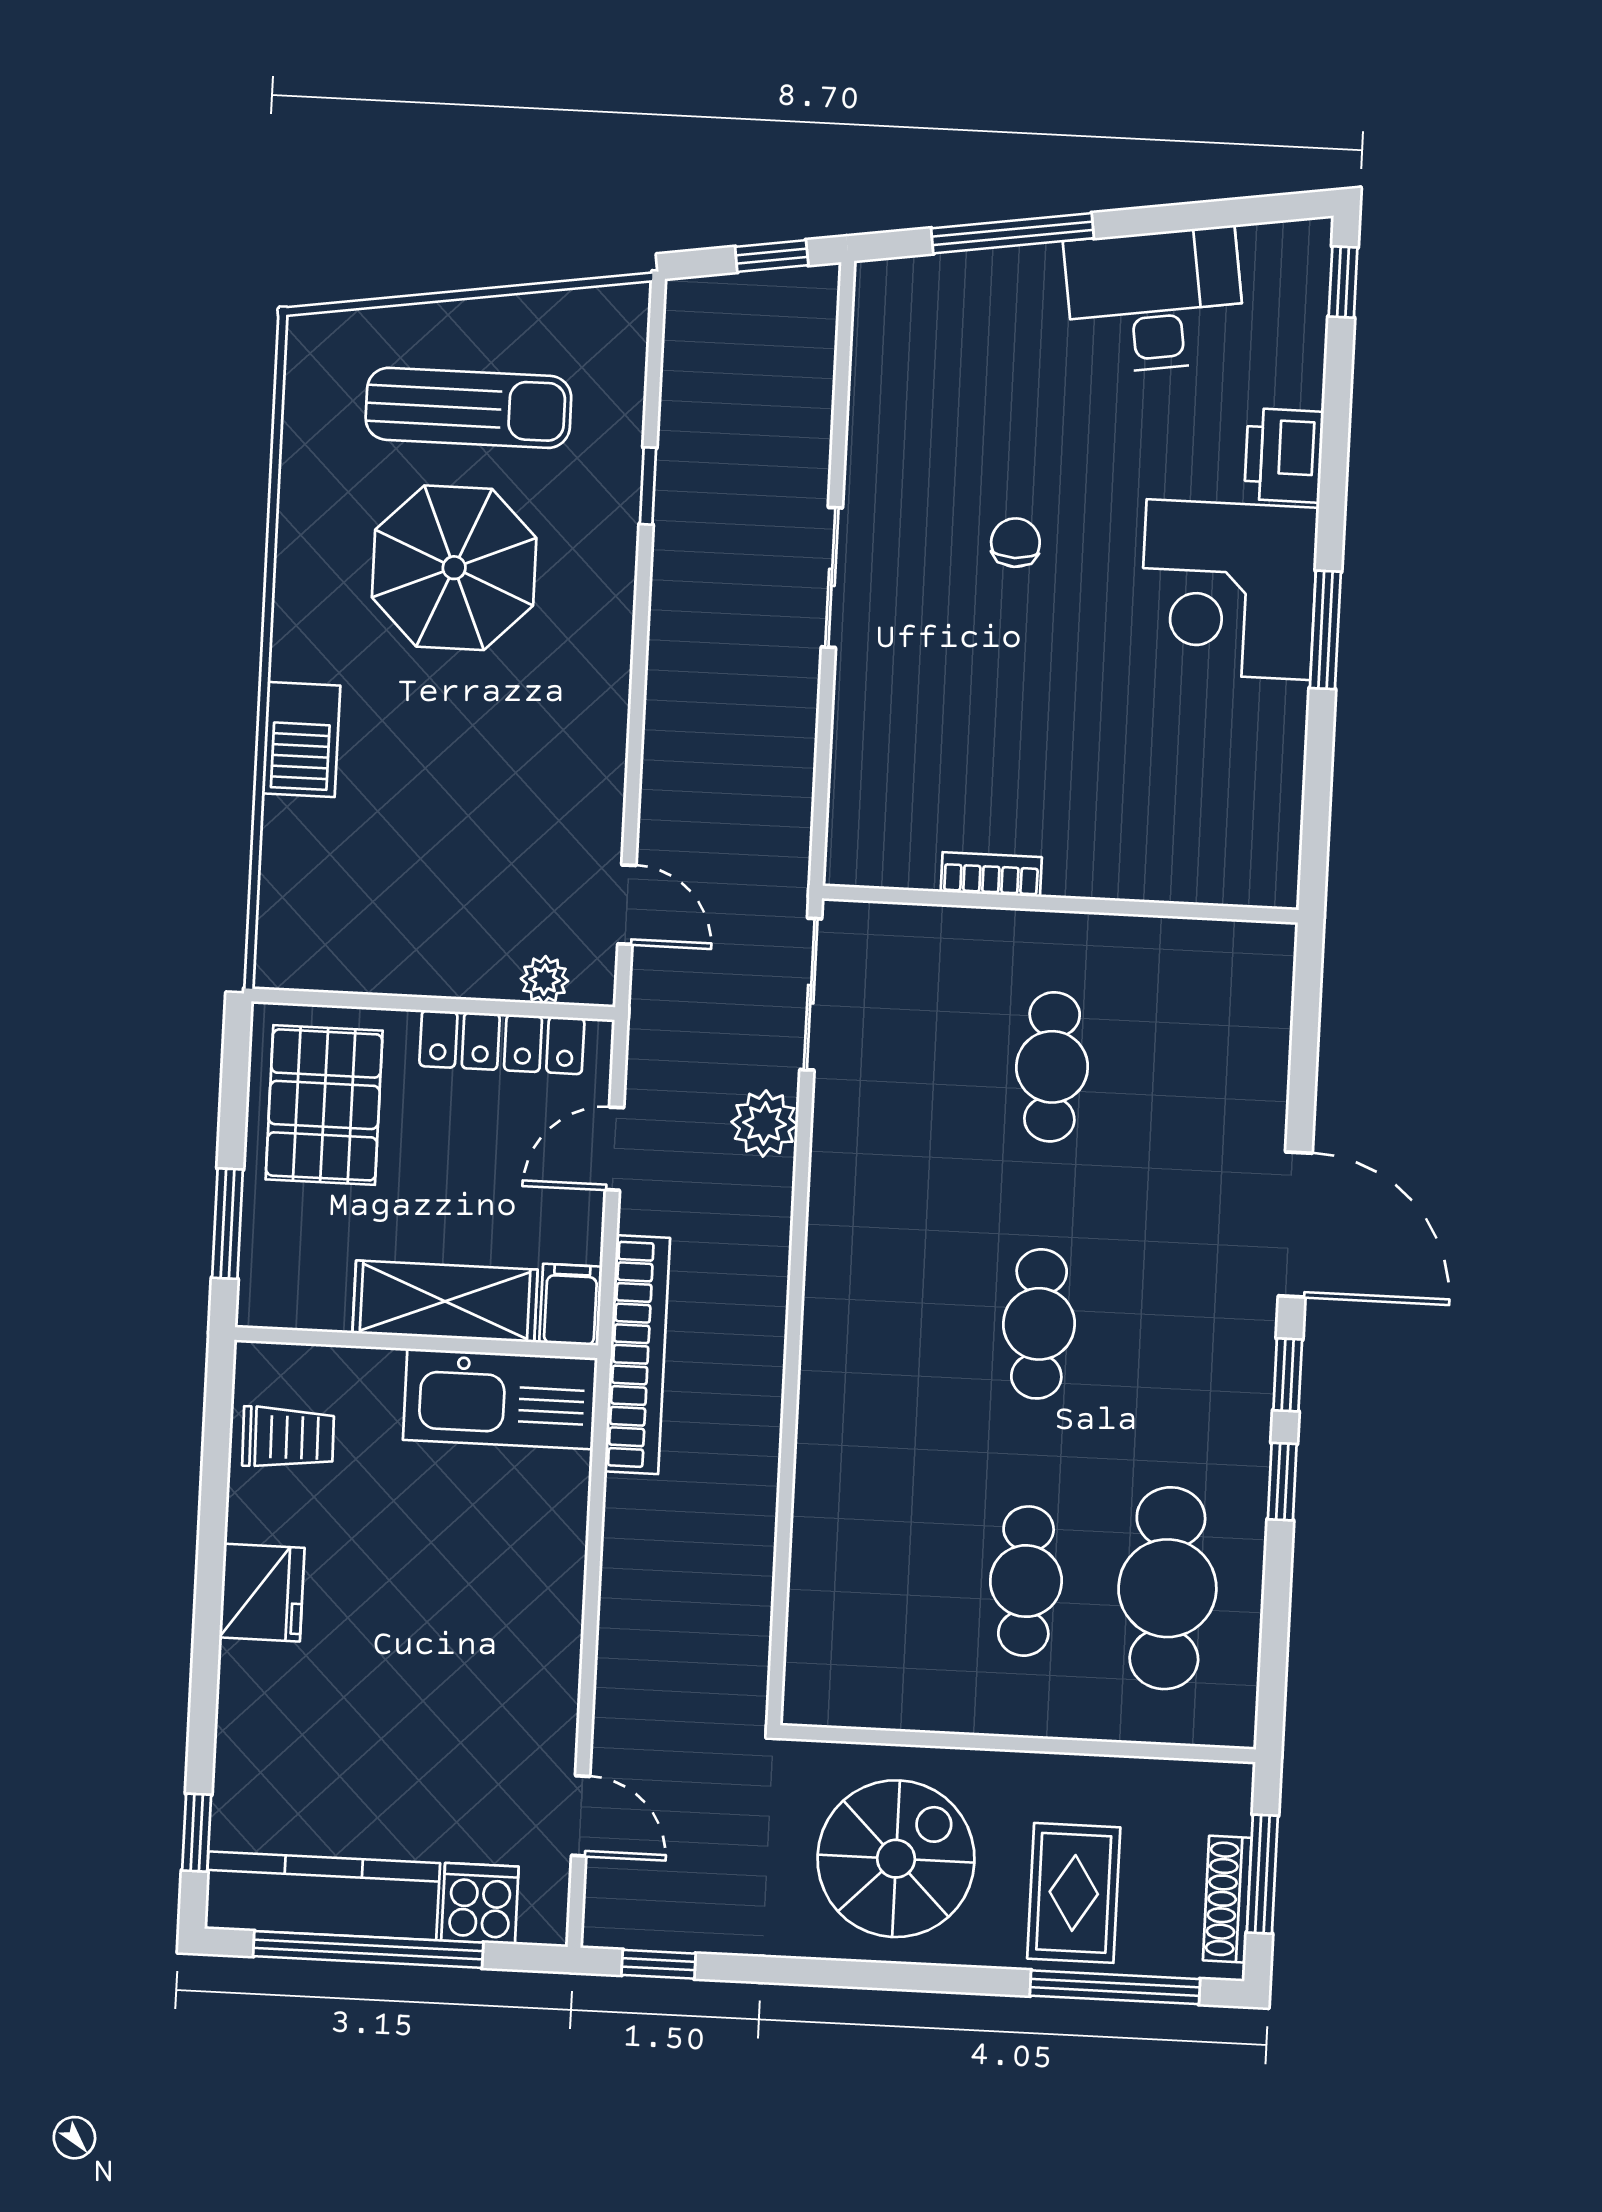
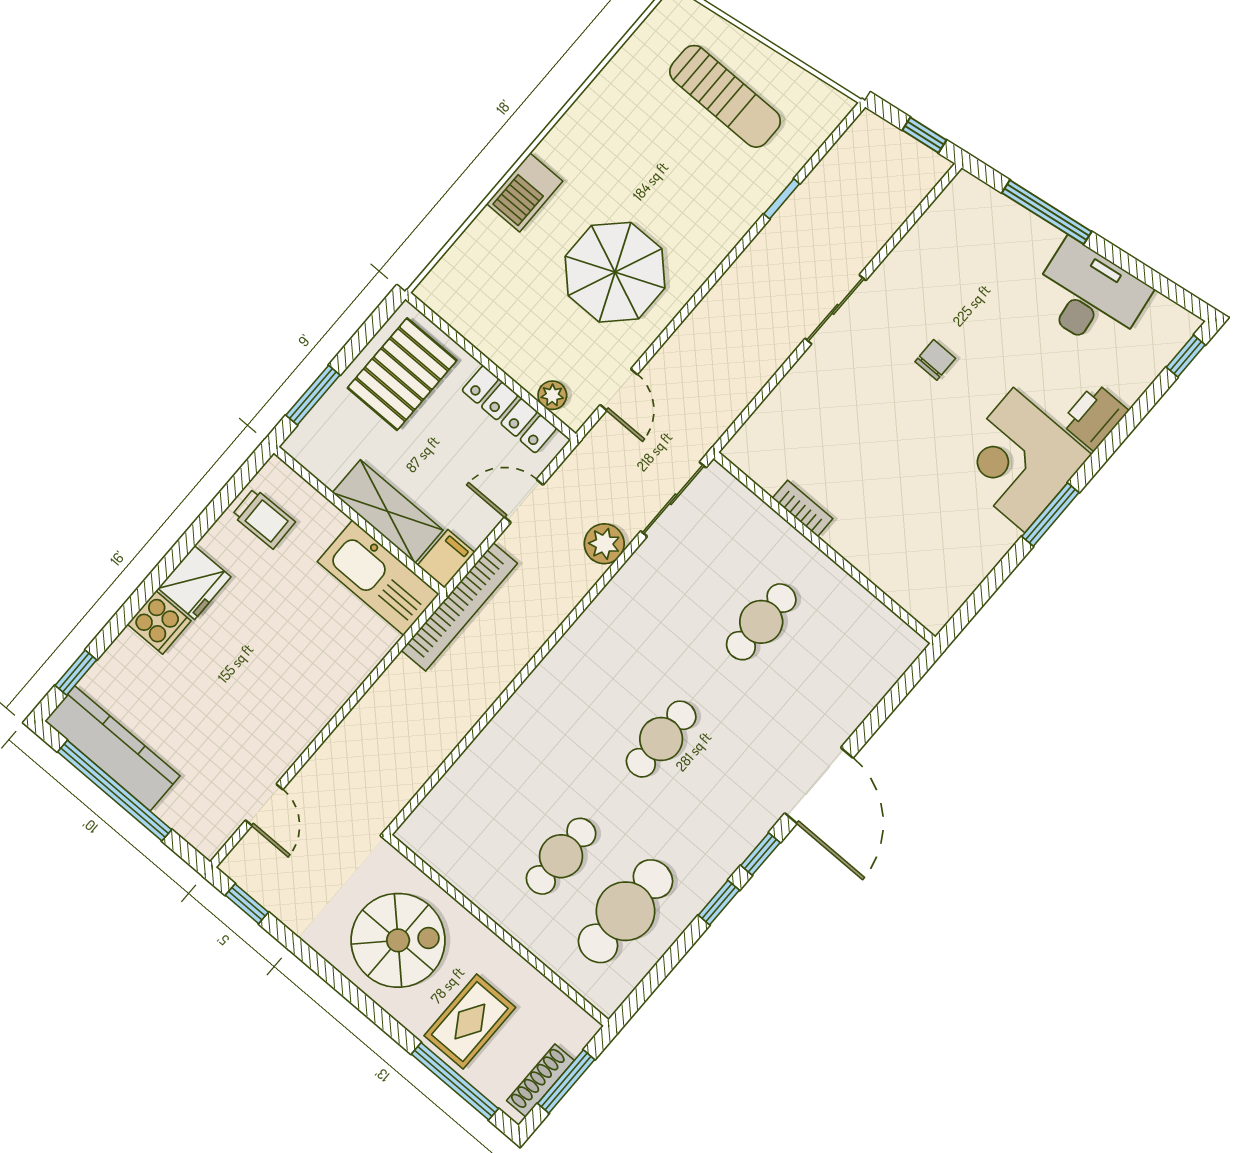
parasol: (454, 568) -> (615, 272), moved
cooker: (480, 1904) -> (159, 622), moved, turned 90

